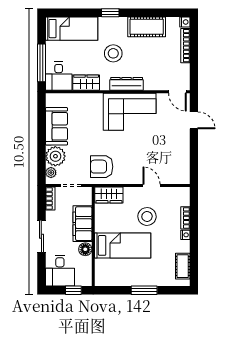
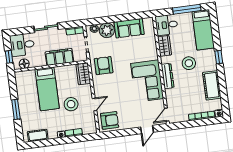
window: (41, 63) -> (187, 9), moved
armchair: (175, 168) -> (110, 120), added
floor lamp: (85, 249) -> (24, 64), moved

